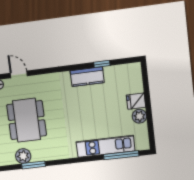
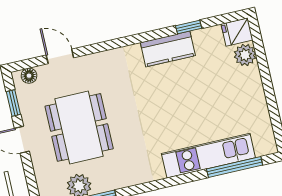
fridge: (136, 101) -> (237, 32), moved
plant: (139, 116) -> (245, 55), moved

